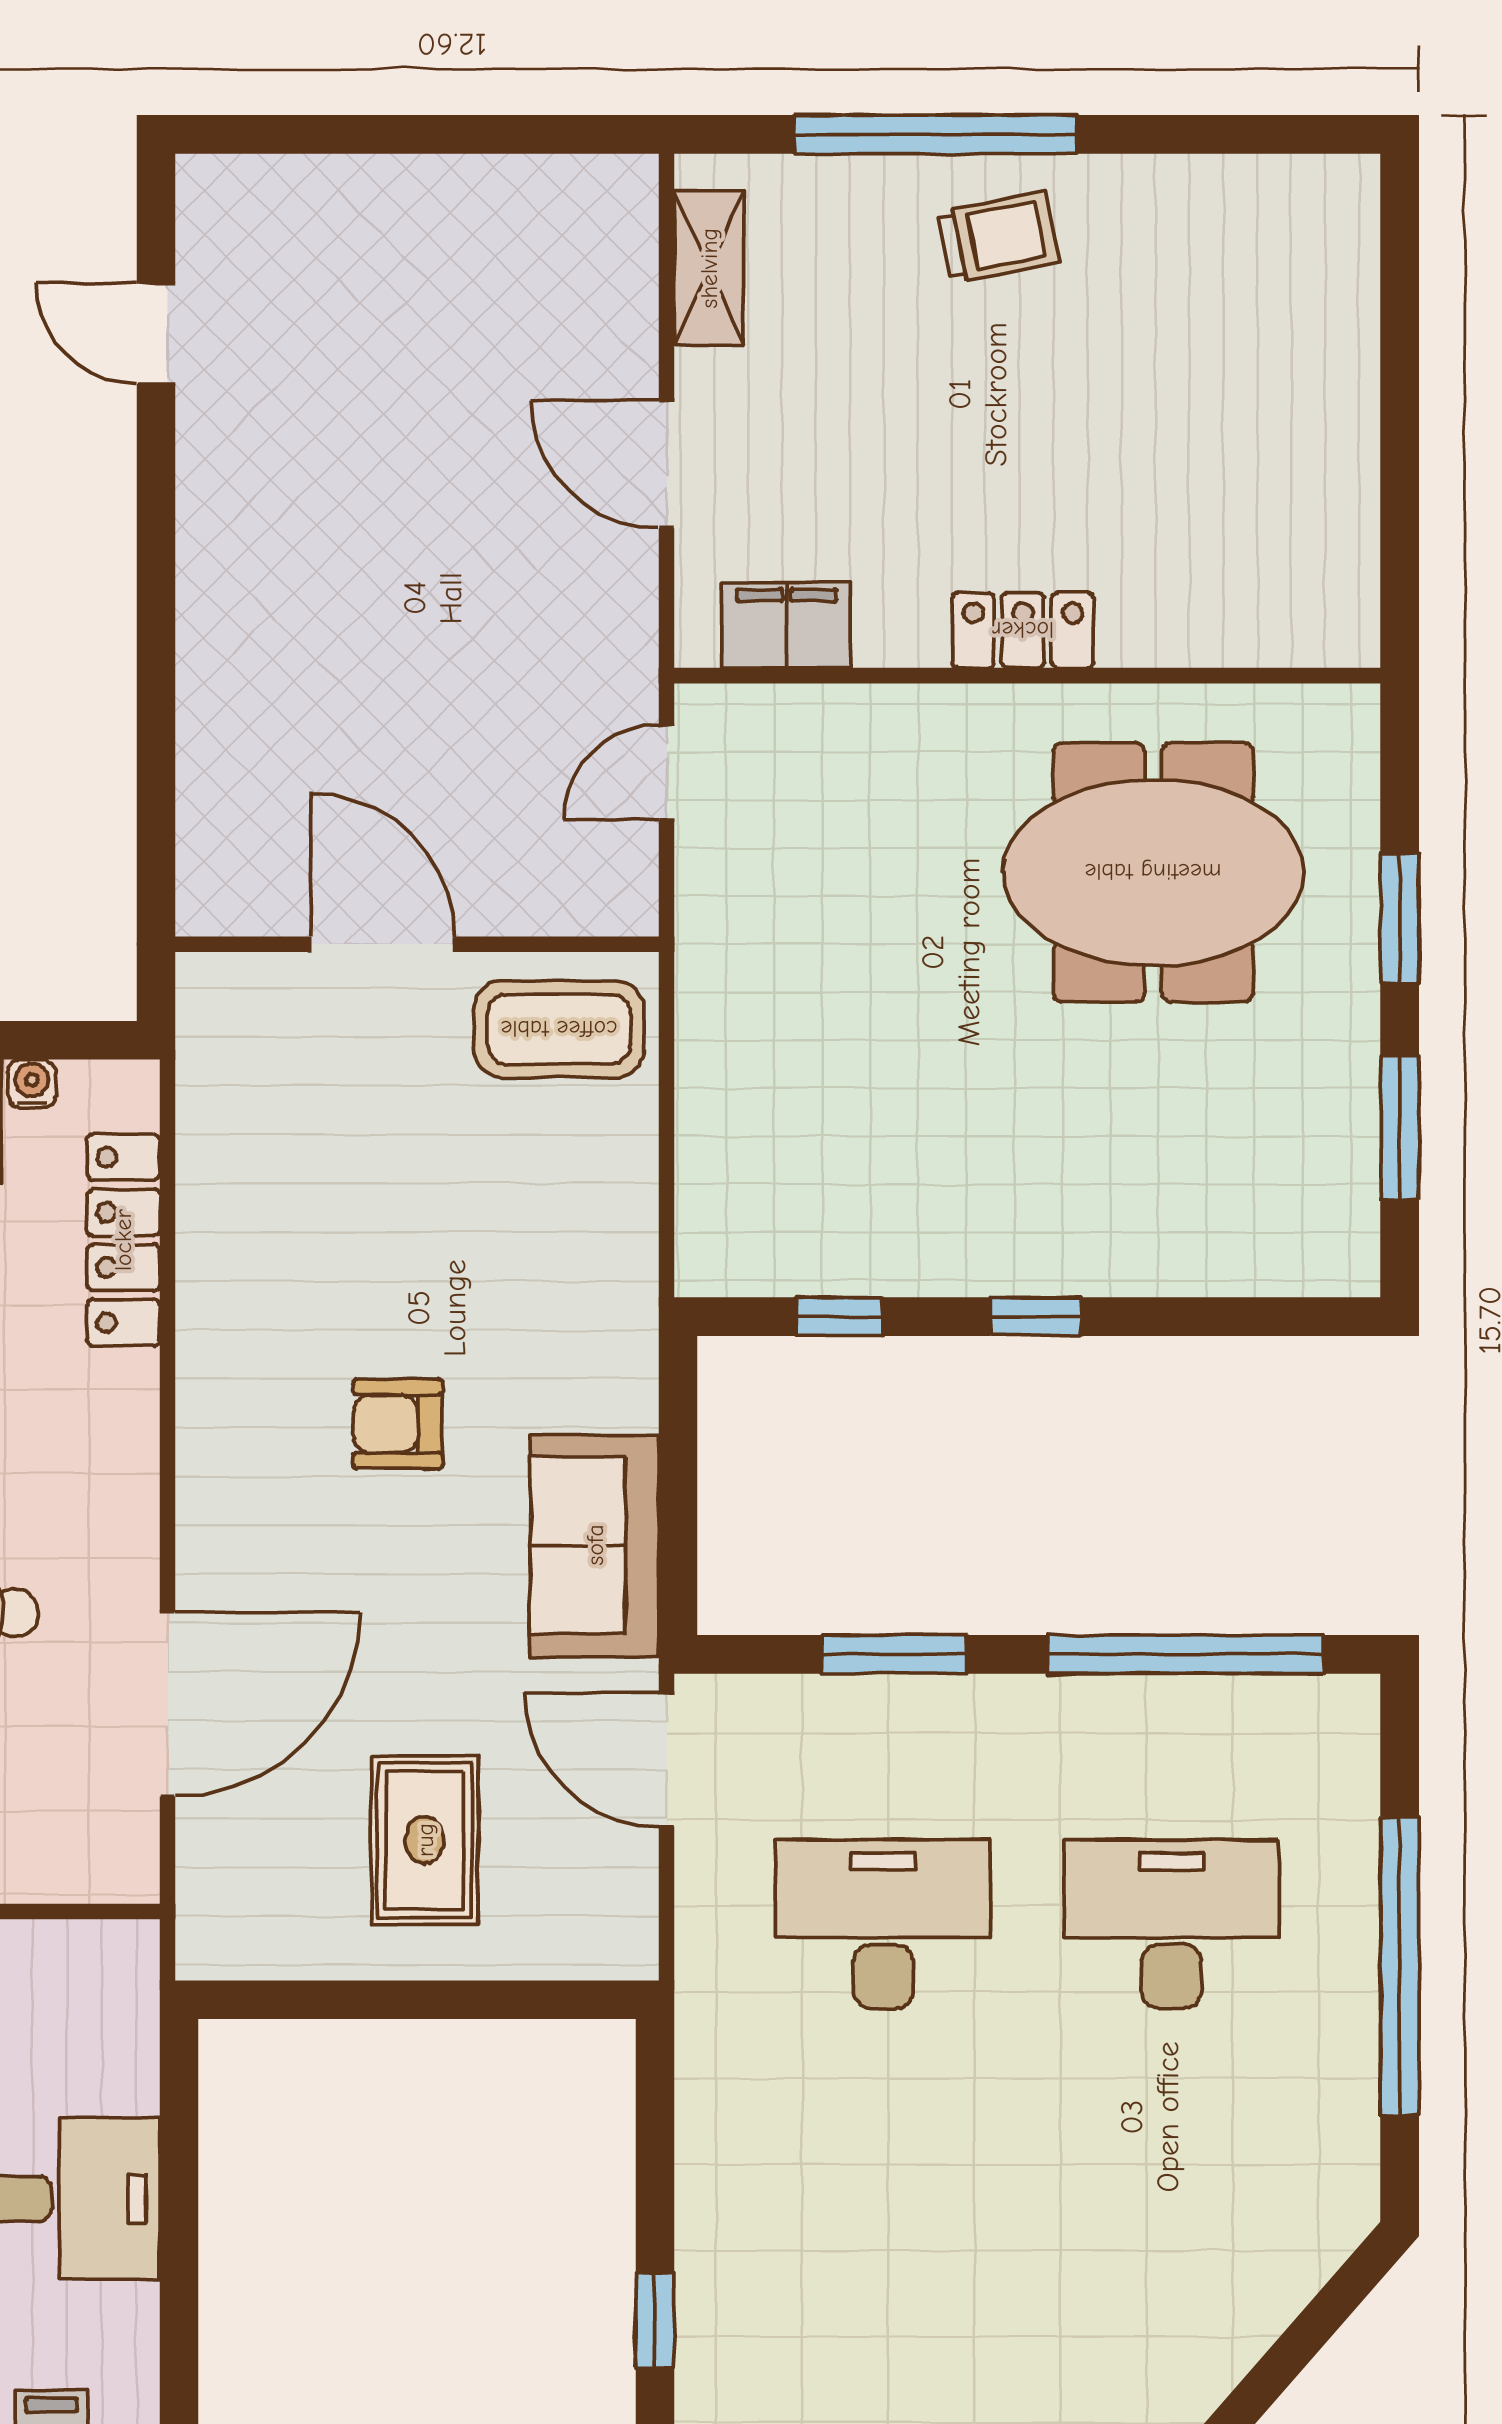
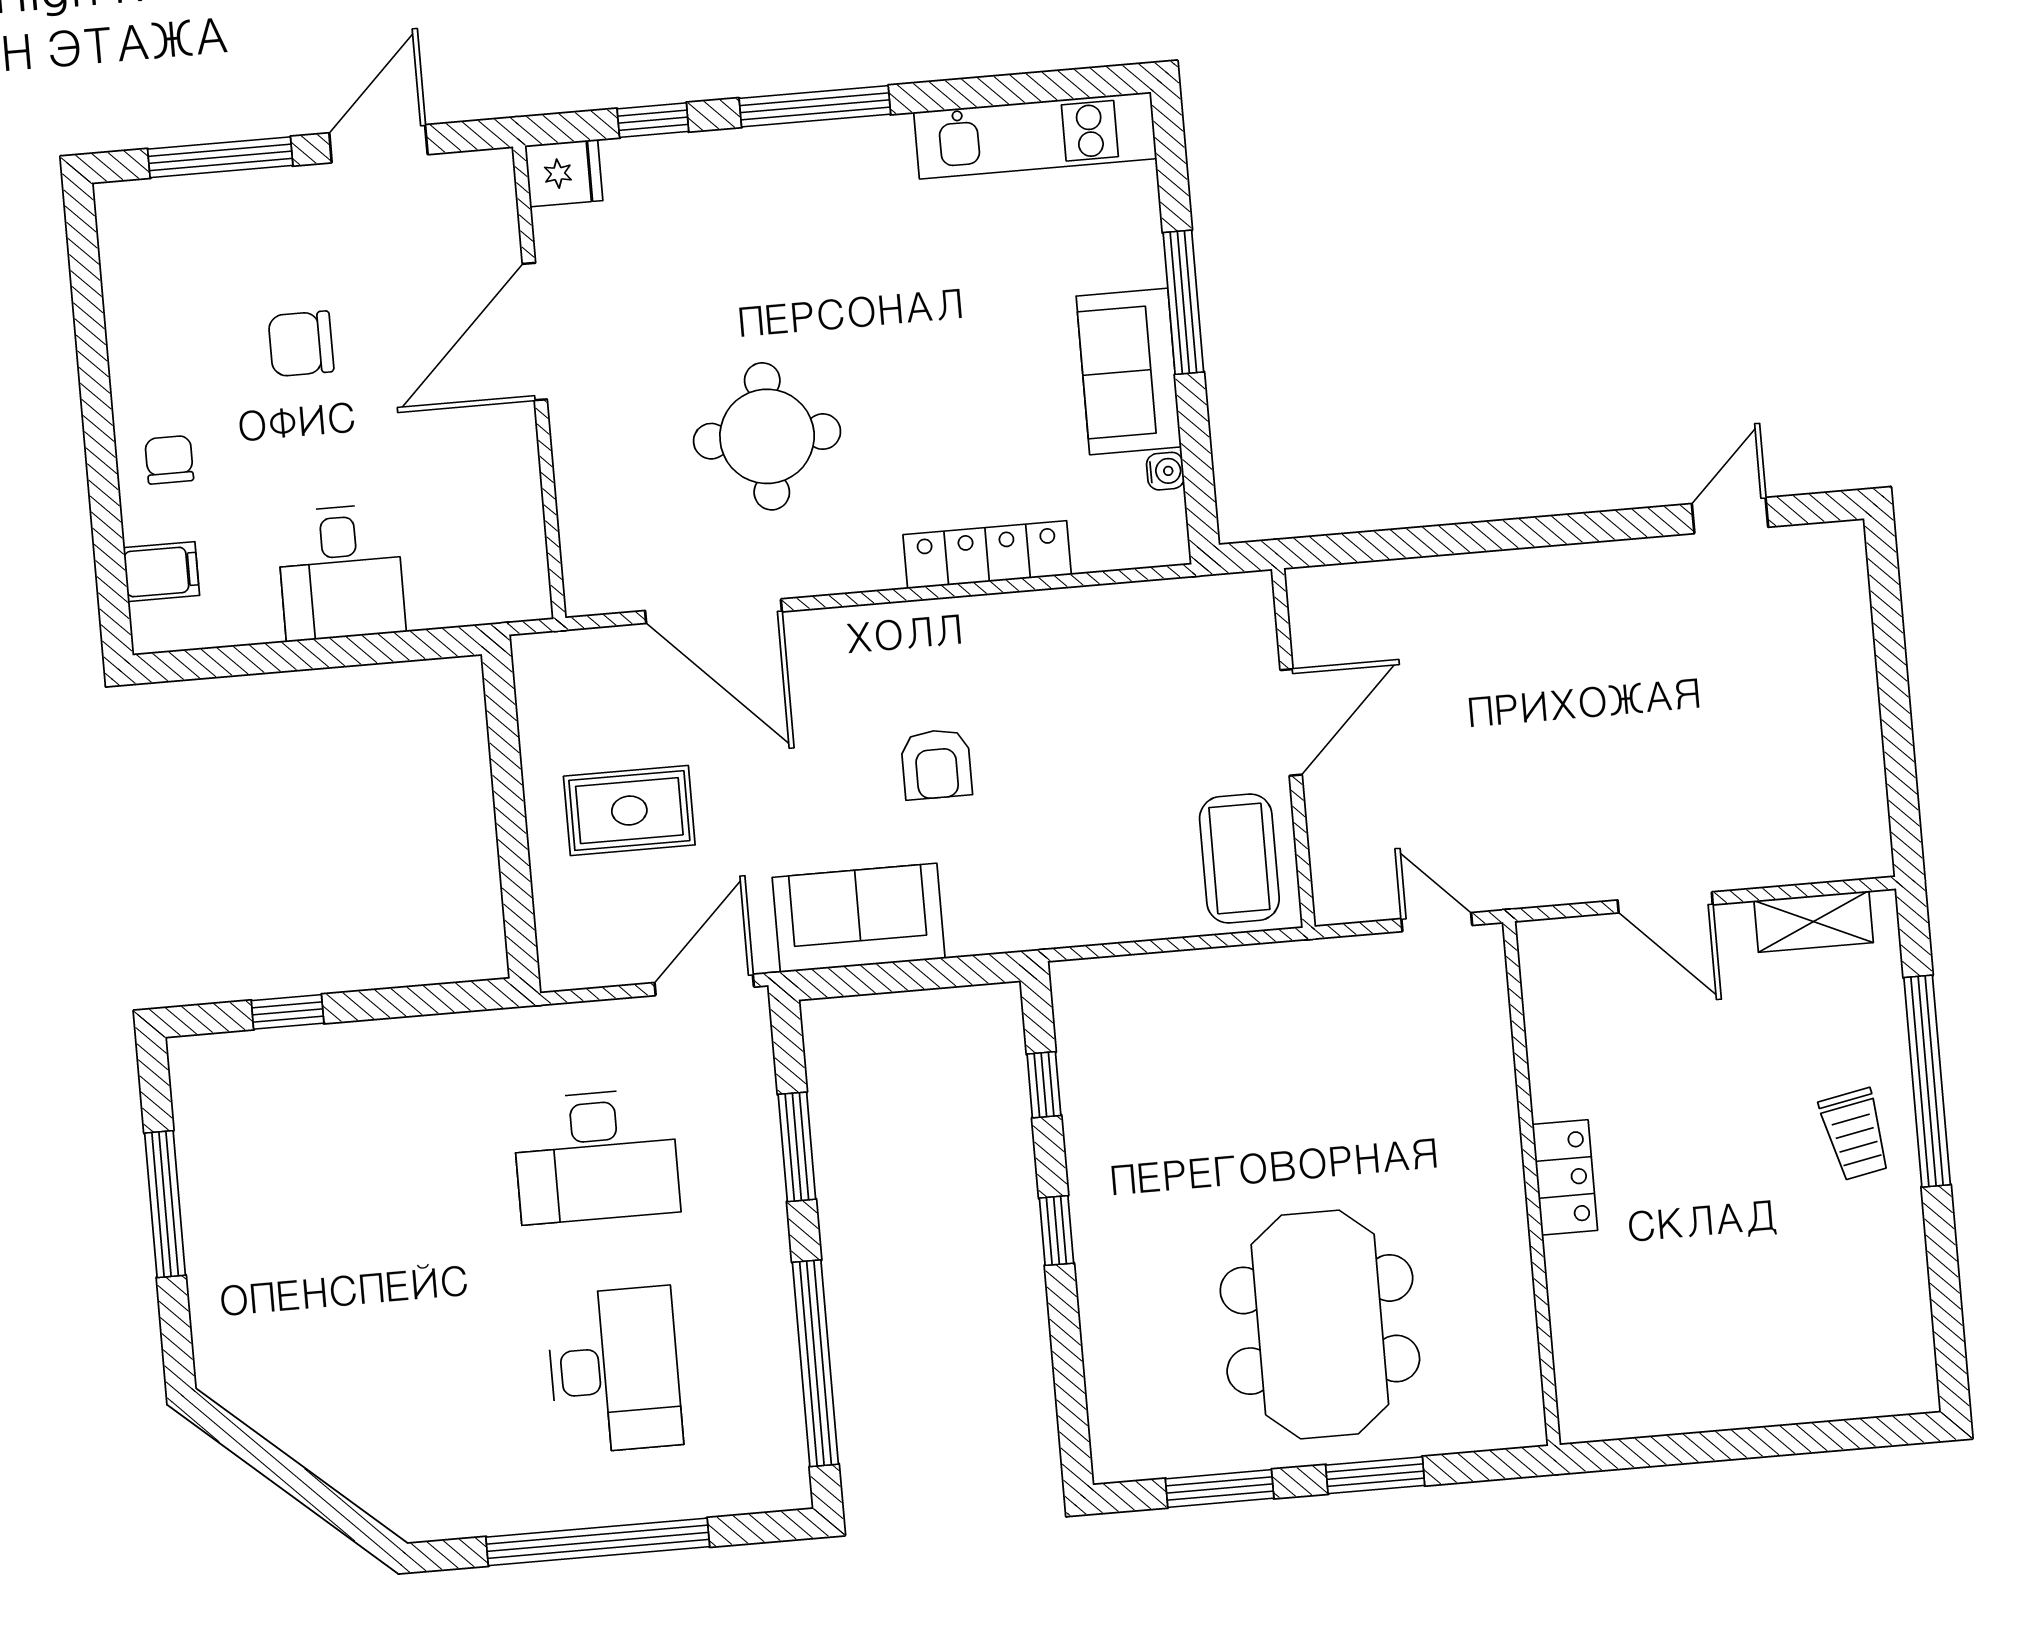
door: (667, 464) -> (1665, 902), swing flipped
filing cabinet: (787, 625) -> (1554, 1002), removed
meeting table: (1153, 872) -> (1320, 1325), moved
locker: (123, 1240) -> (987, 555), moved
armchair: (398, 1424) -> (936, 764), turned 180
desk: (883, 1924) -> (596, 1156), turned 90

